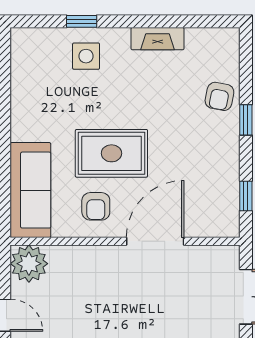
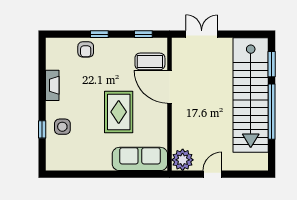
armchair: (219, 96) -> (86, 49), turned 79
armchair: (96, 206) -> (149, 121), removed
coffee table: (199, 207) -> (150, 61), added

